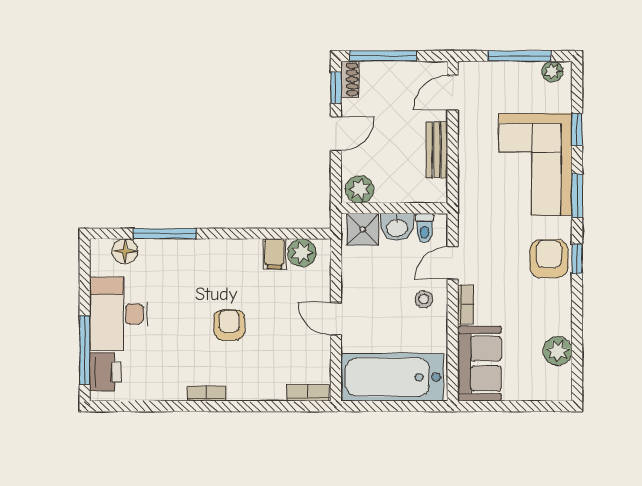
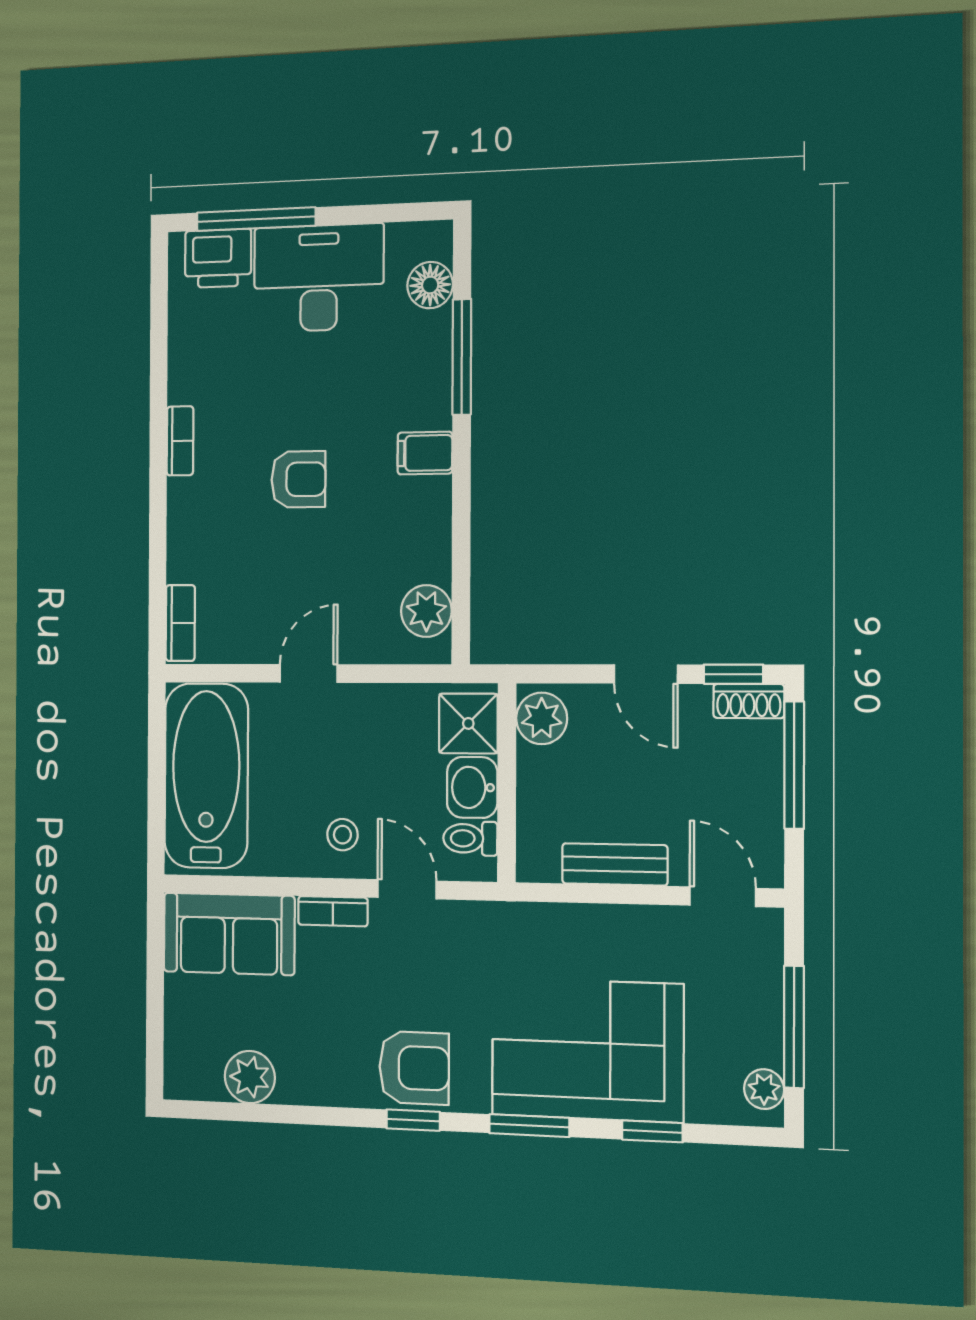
filing cabinet: (274, 254) -> (425, 453), moved

